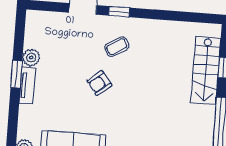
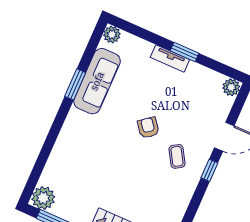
plant: (31, 58) -> (231, 87), moved

